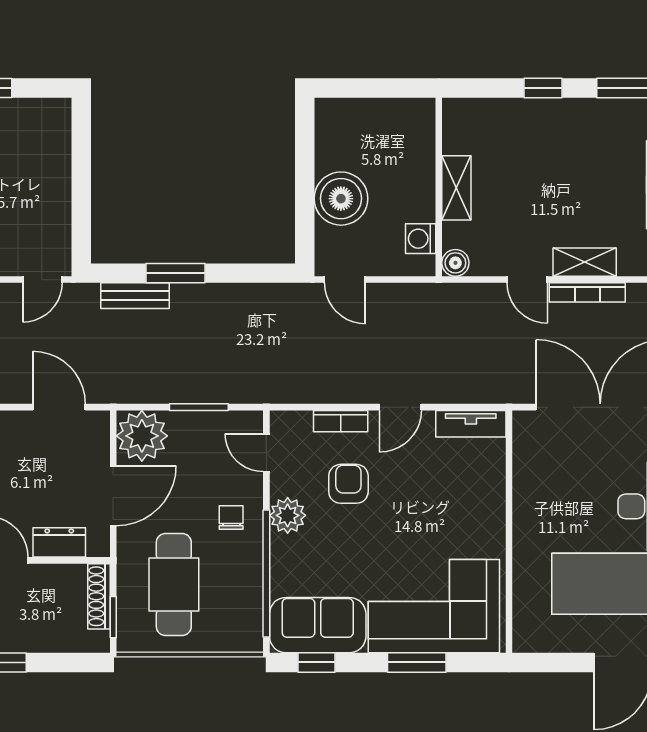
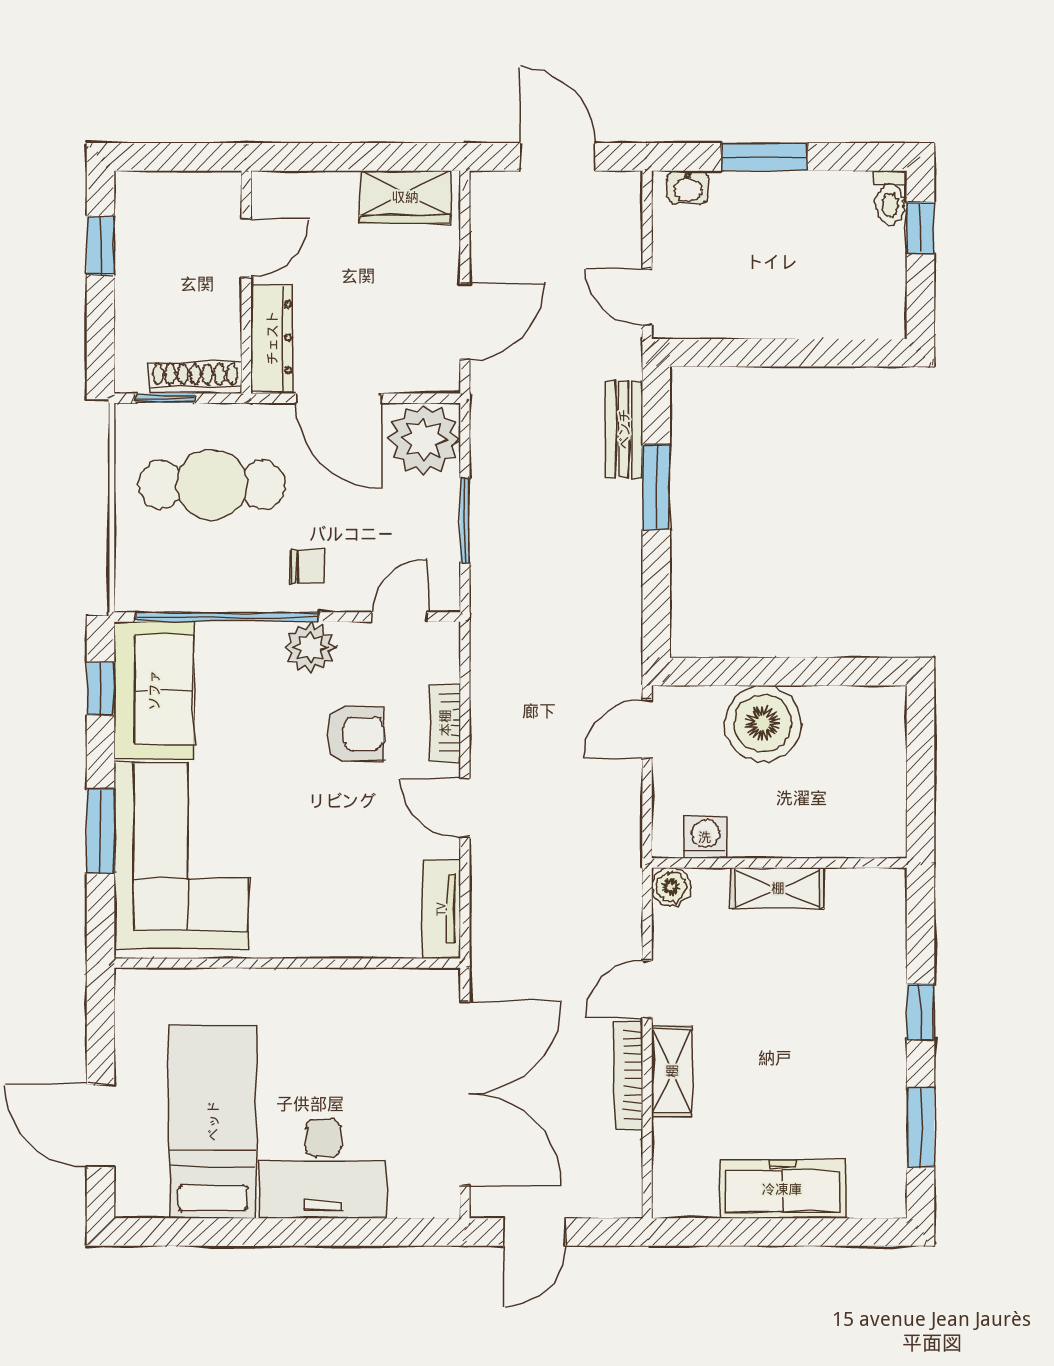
dresser: (59, 542) -> (272, 338), width x1.44

